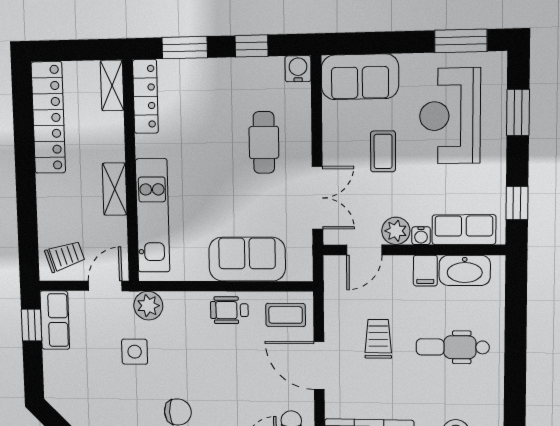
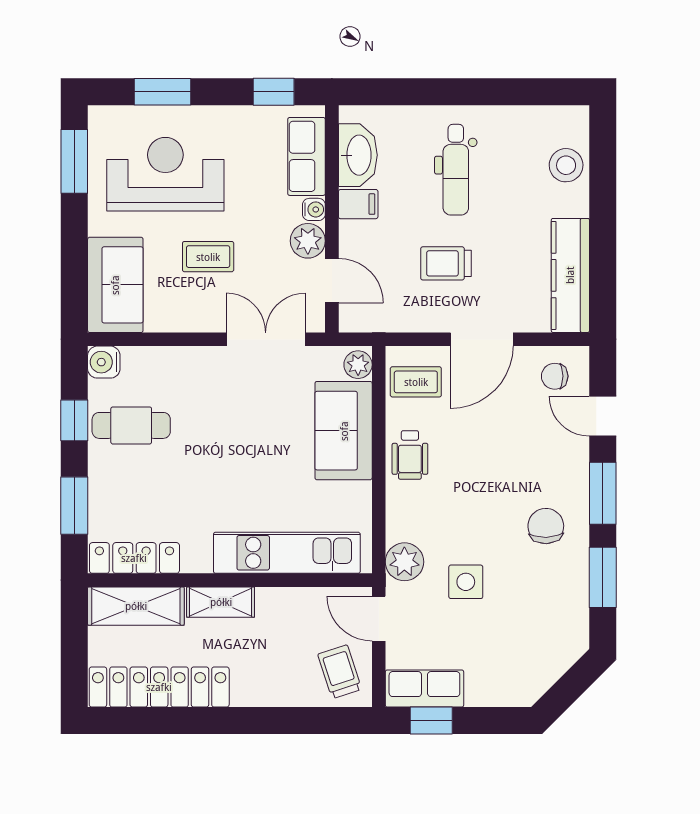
shelving: (112, 85) -> (136, 606), width x1.50, depth x1.33
reception desk: (450, 116) -> (165, 174), turned 180
cafe table: (264, 142) -> (131, 425), moved
shelving: (115, 189) -> (221, 602), moved
plant: (298, 270) -> (358, 365), added
coffee table: (286, 315) -> (416, 382), turned 90

